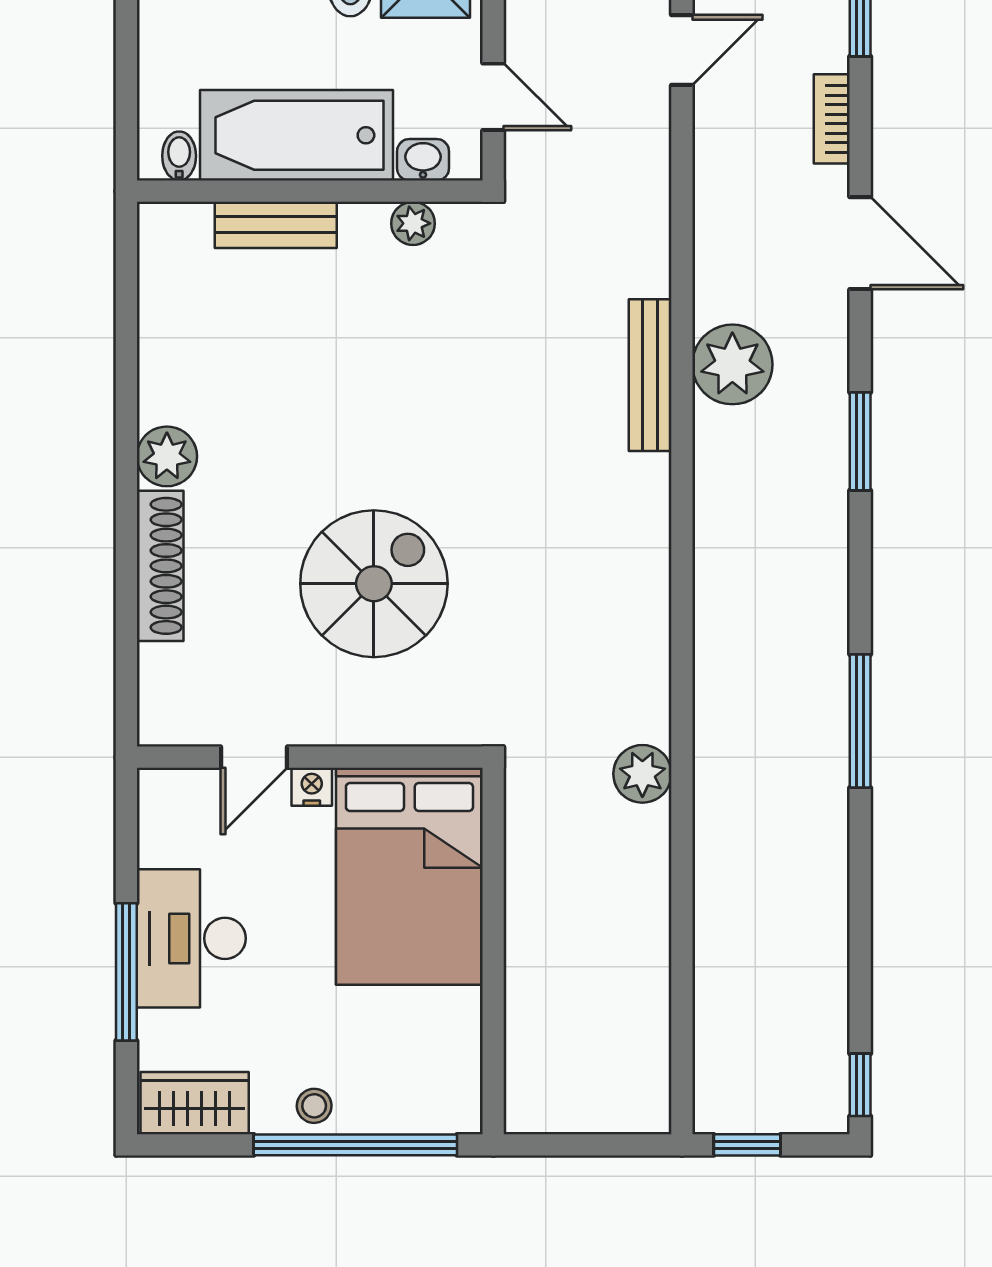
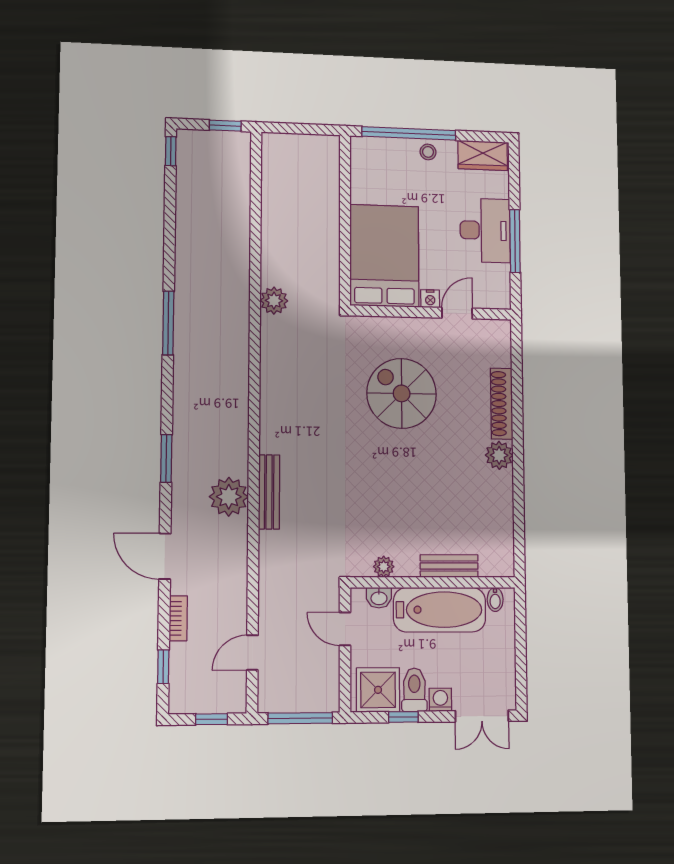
spiral stairs: (374, 584) -> (402, 393), turned 90
window: (126, 972) -> (515, 241), moved

